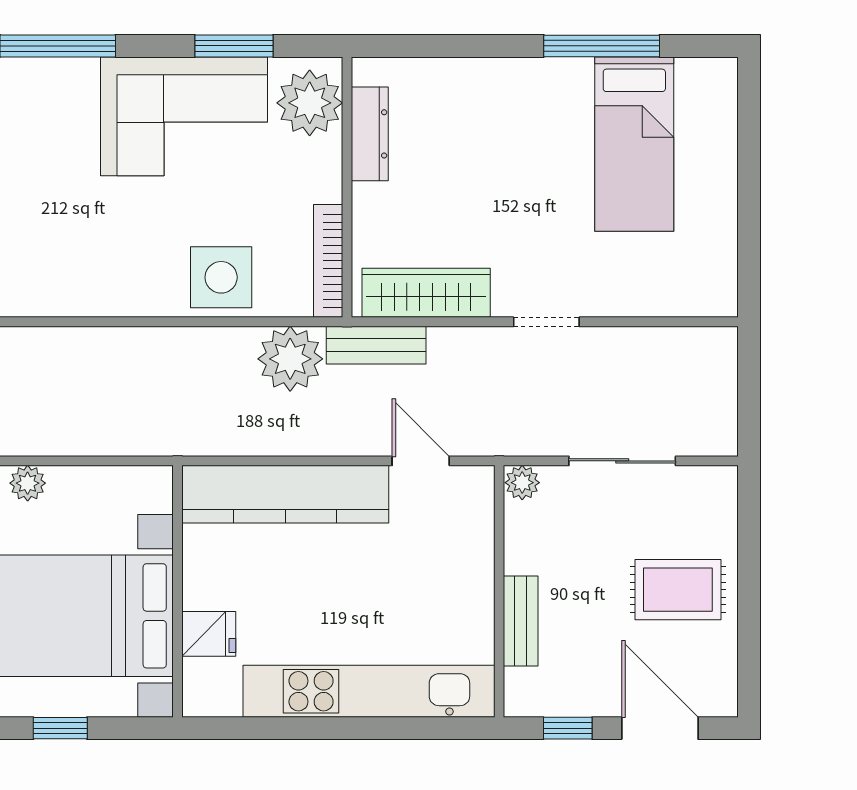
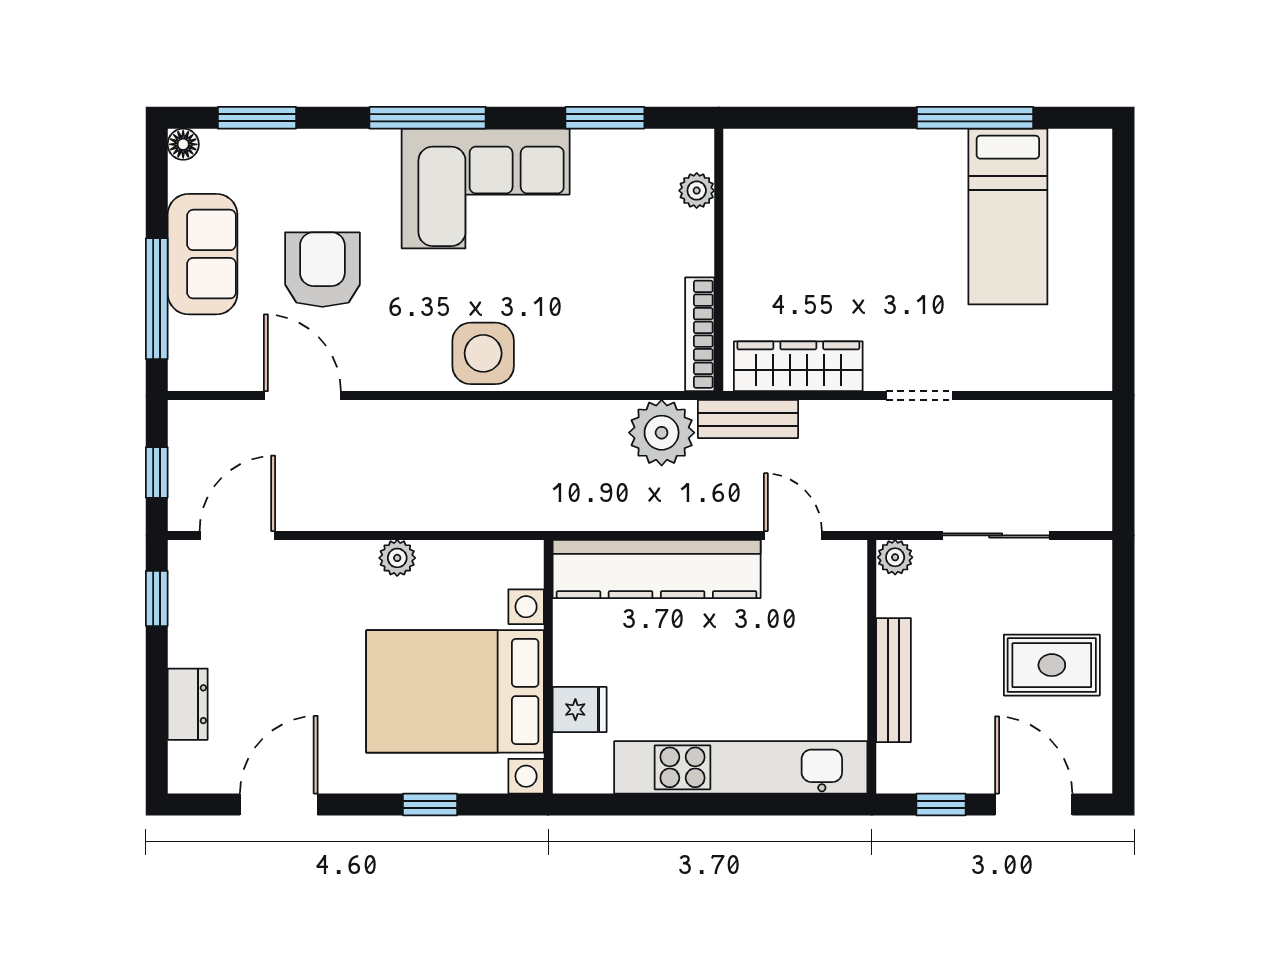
plant: (310, 103) -> (697, 191), width x0.53, depth x0.53
corner sofa: (184, 116) -> (486, 189), moved
dresser: (370, 134) -> (742, 206), removed
side table: (221, 277) -> (483, 353), moved
bench: (521, 621) -> (894, 680), width x1.36

